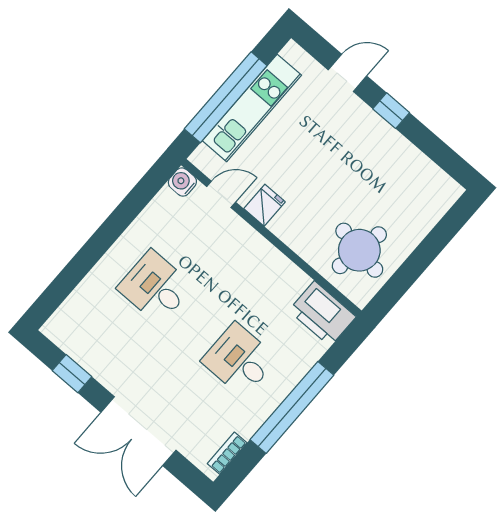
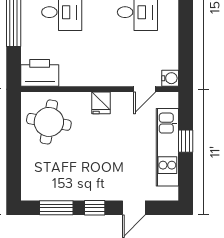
window: (226, 97) -> (186, 141), width x0.32
window: (434, 148) -> (56, 208), added
fridge: (264, 205) -> (101, 103), moved

